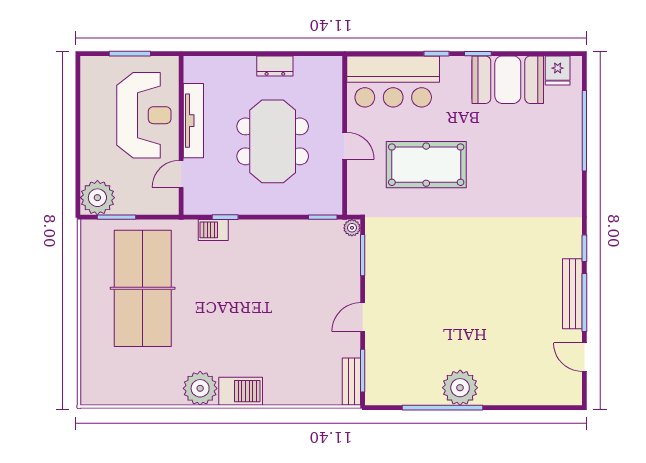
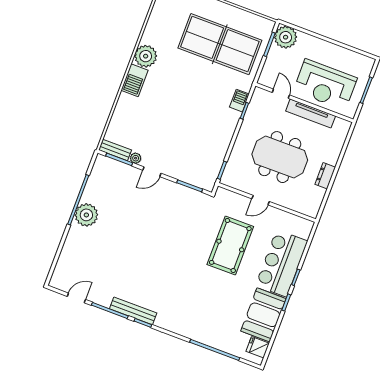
bar counter: (393, 81) -> (282, 263), moved
plant: (352, 228) -> (136, 158), moved
bench: (572, 294) -> (133, 311), moved
door: (363, 317) -> (152, 172), swing flipped

